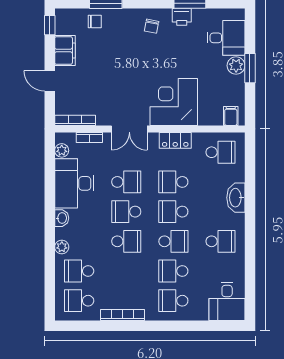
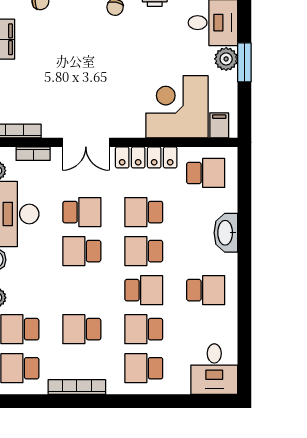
corner desk: (174, 102) -> (177, 107), moved
locker: (175, 140) -> (146, 157), width x1.53
school desk: (126, 241) -> (82, 329), moved, turned 180

